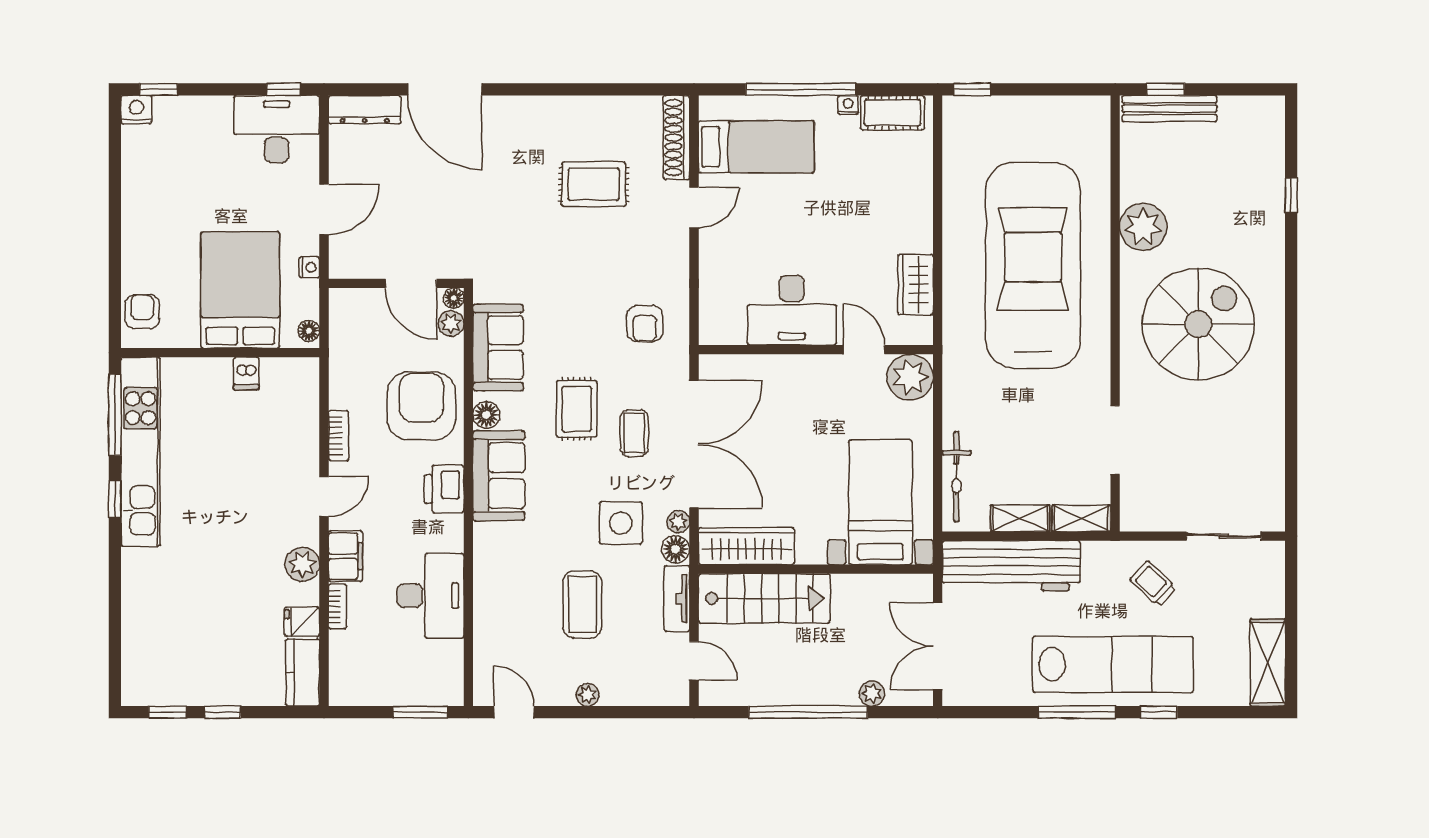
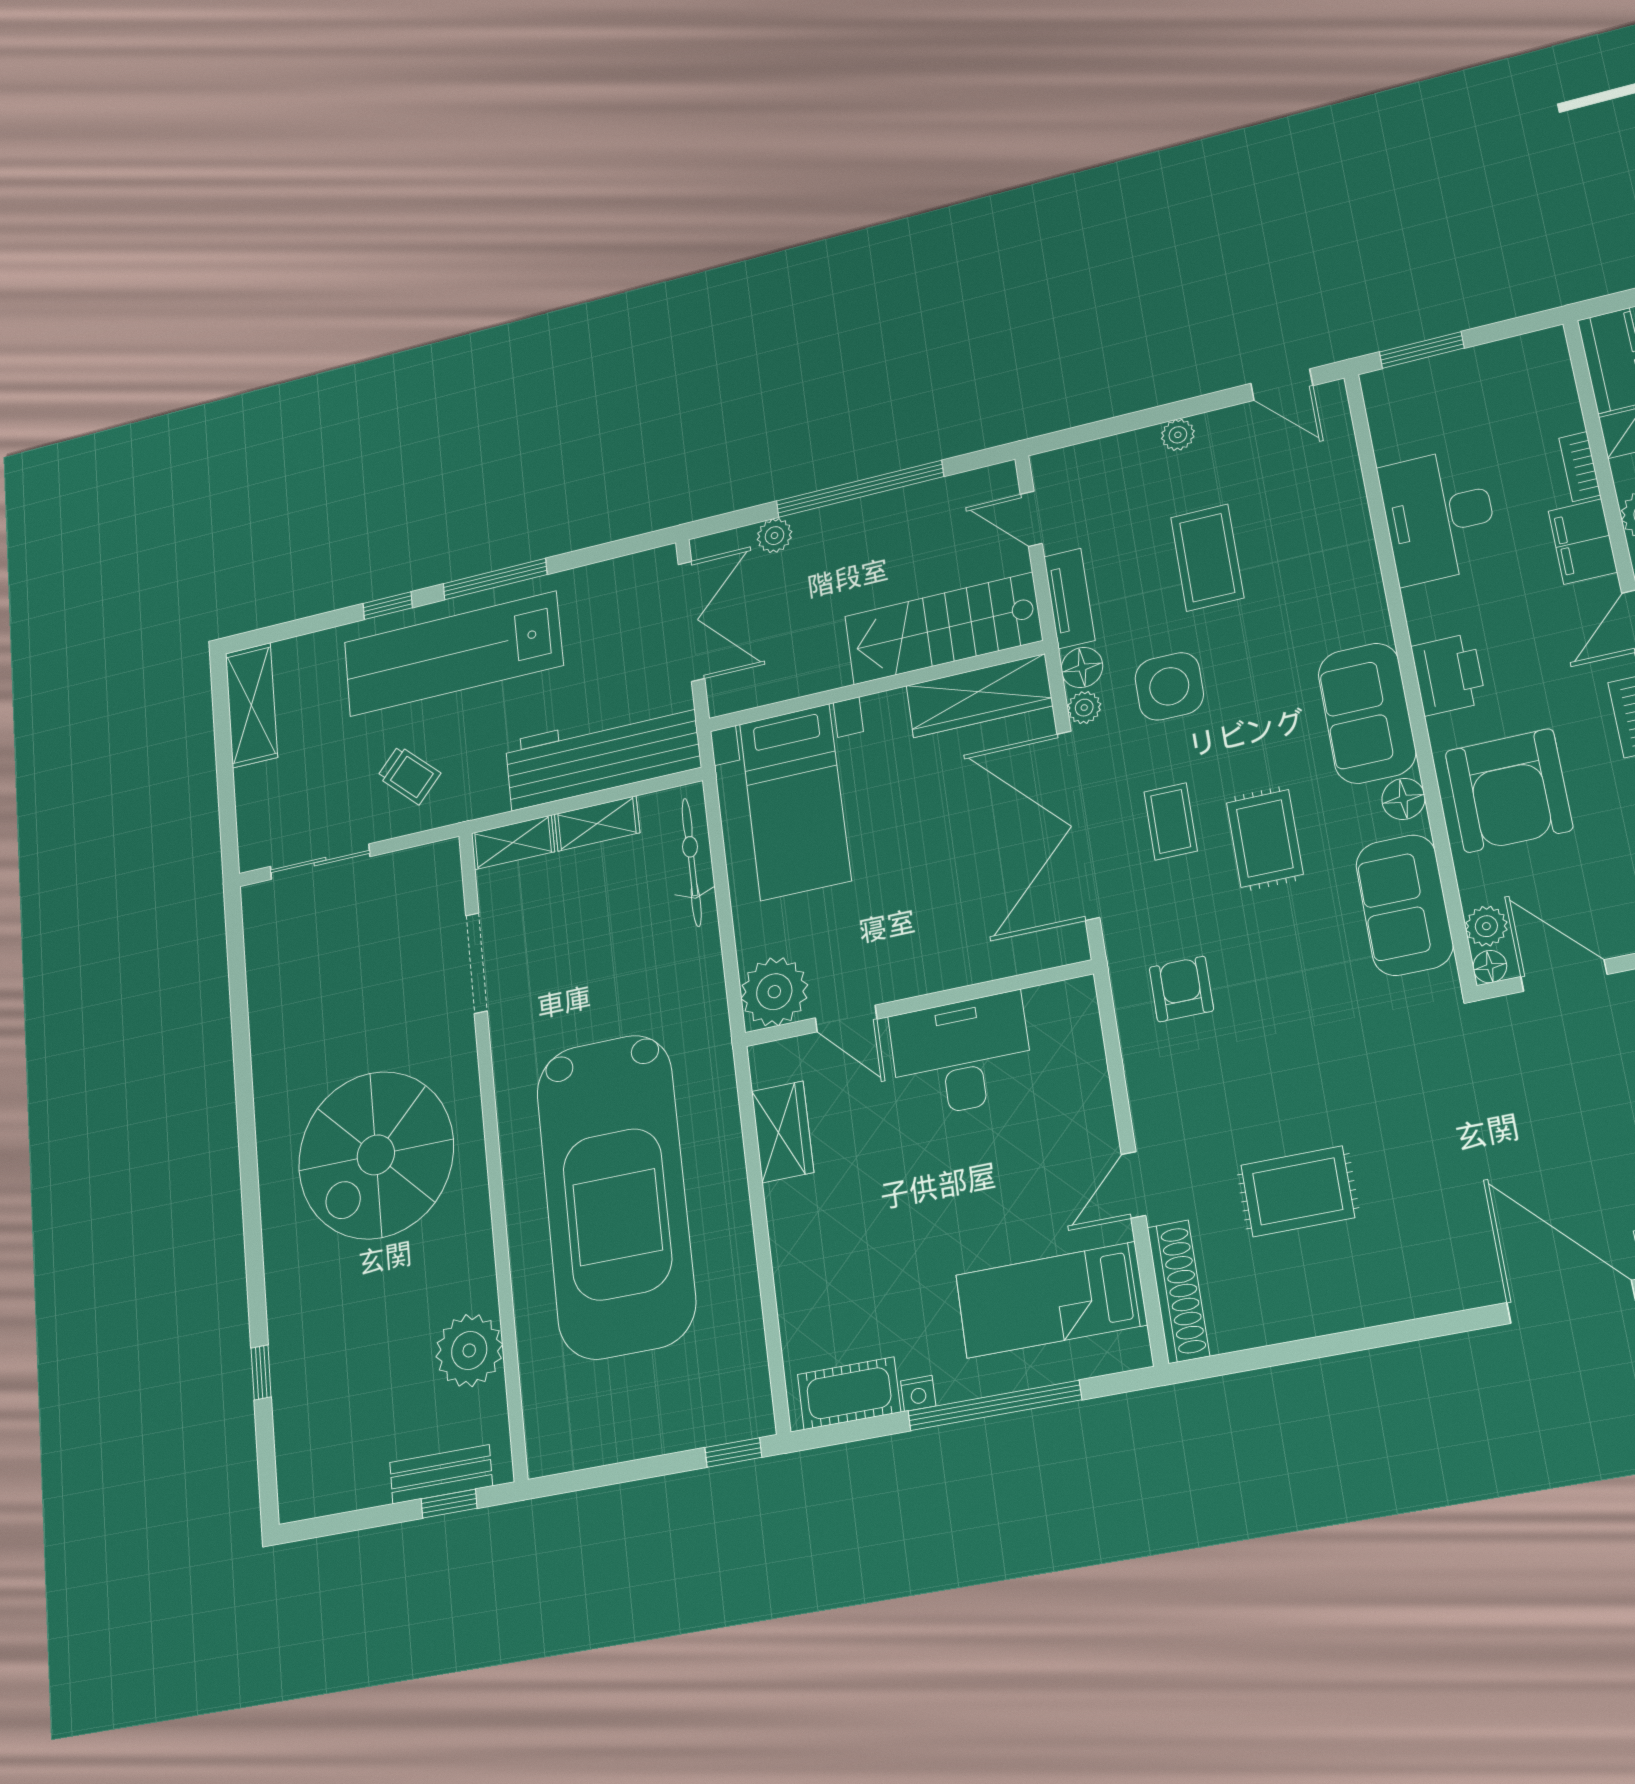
bench: (1170, 109) -> (441, 1474), width x0.73
plant: (1143, 227) -> (469, 1350), moved

